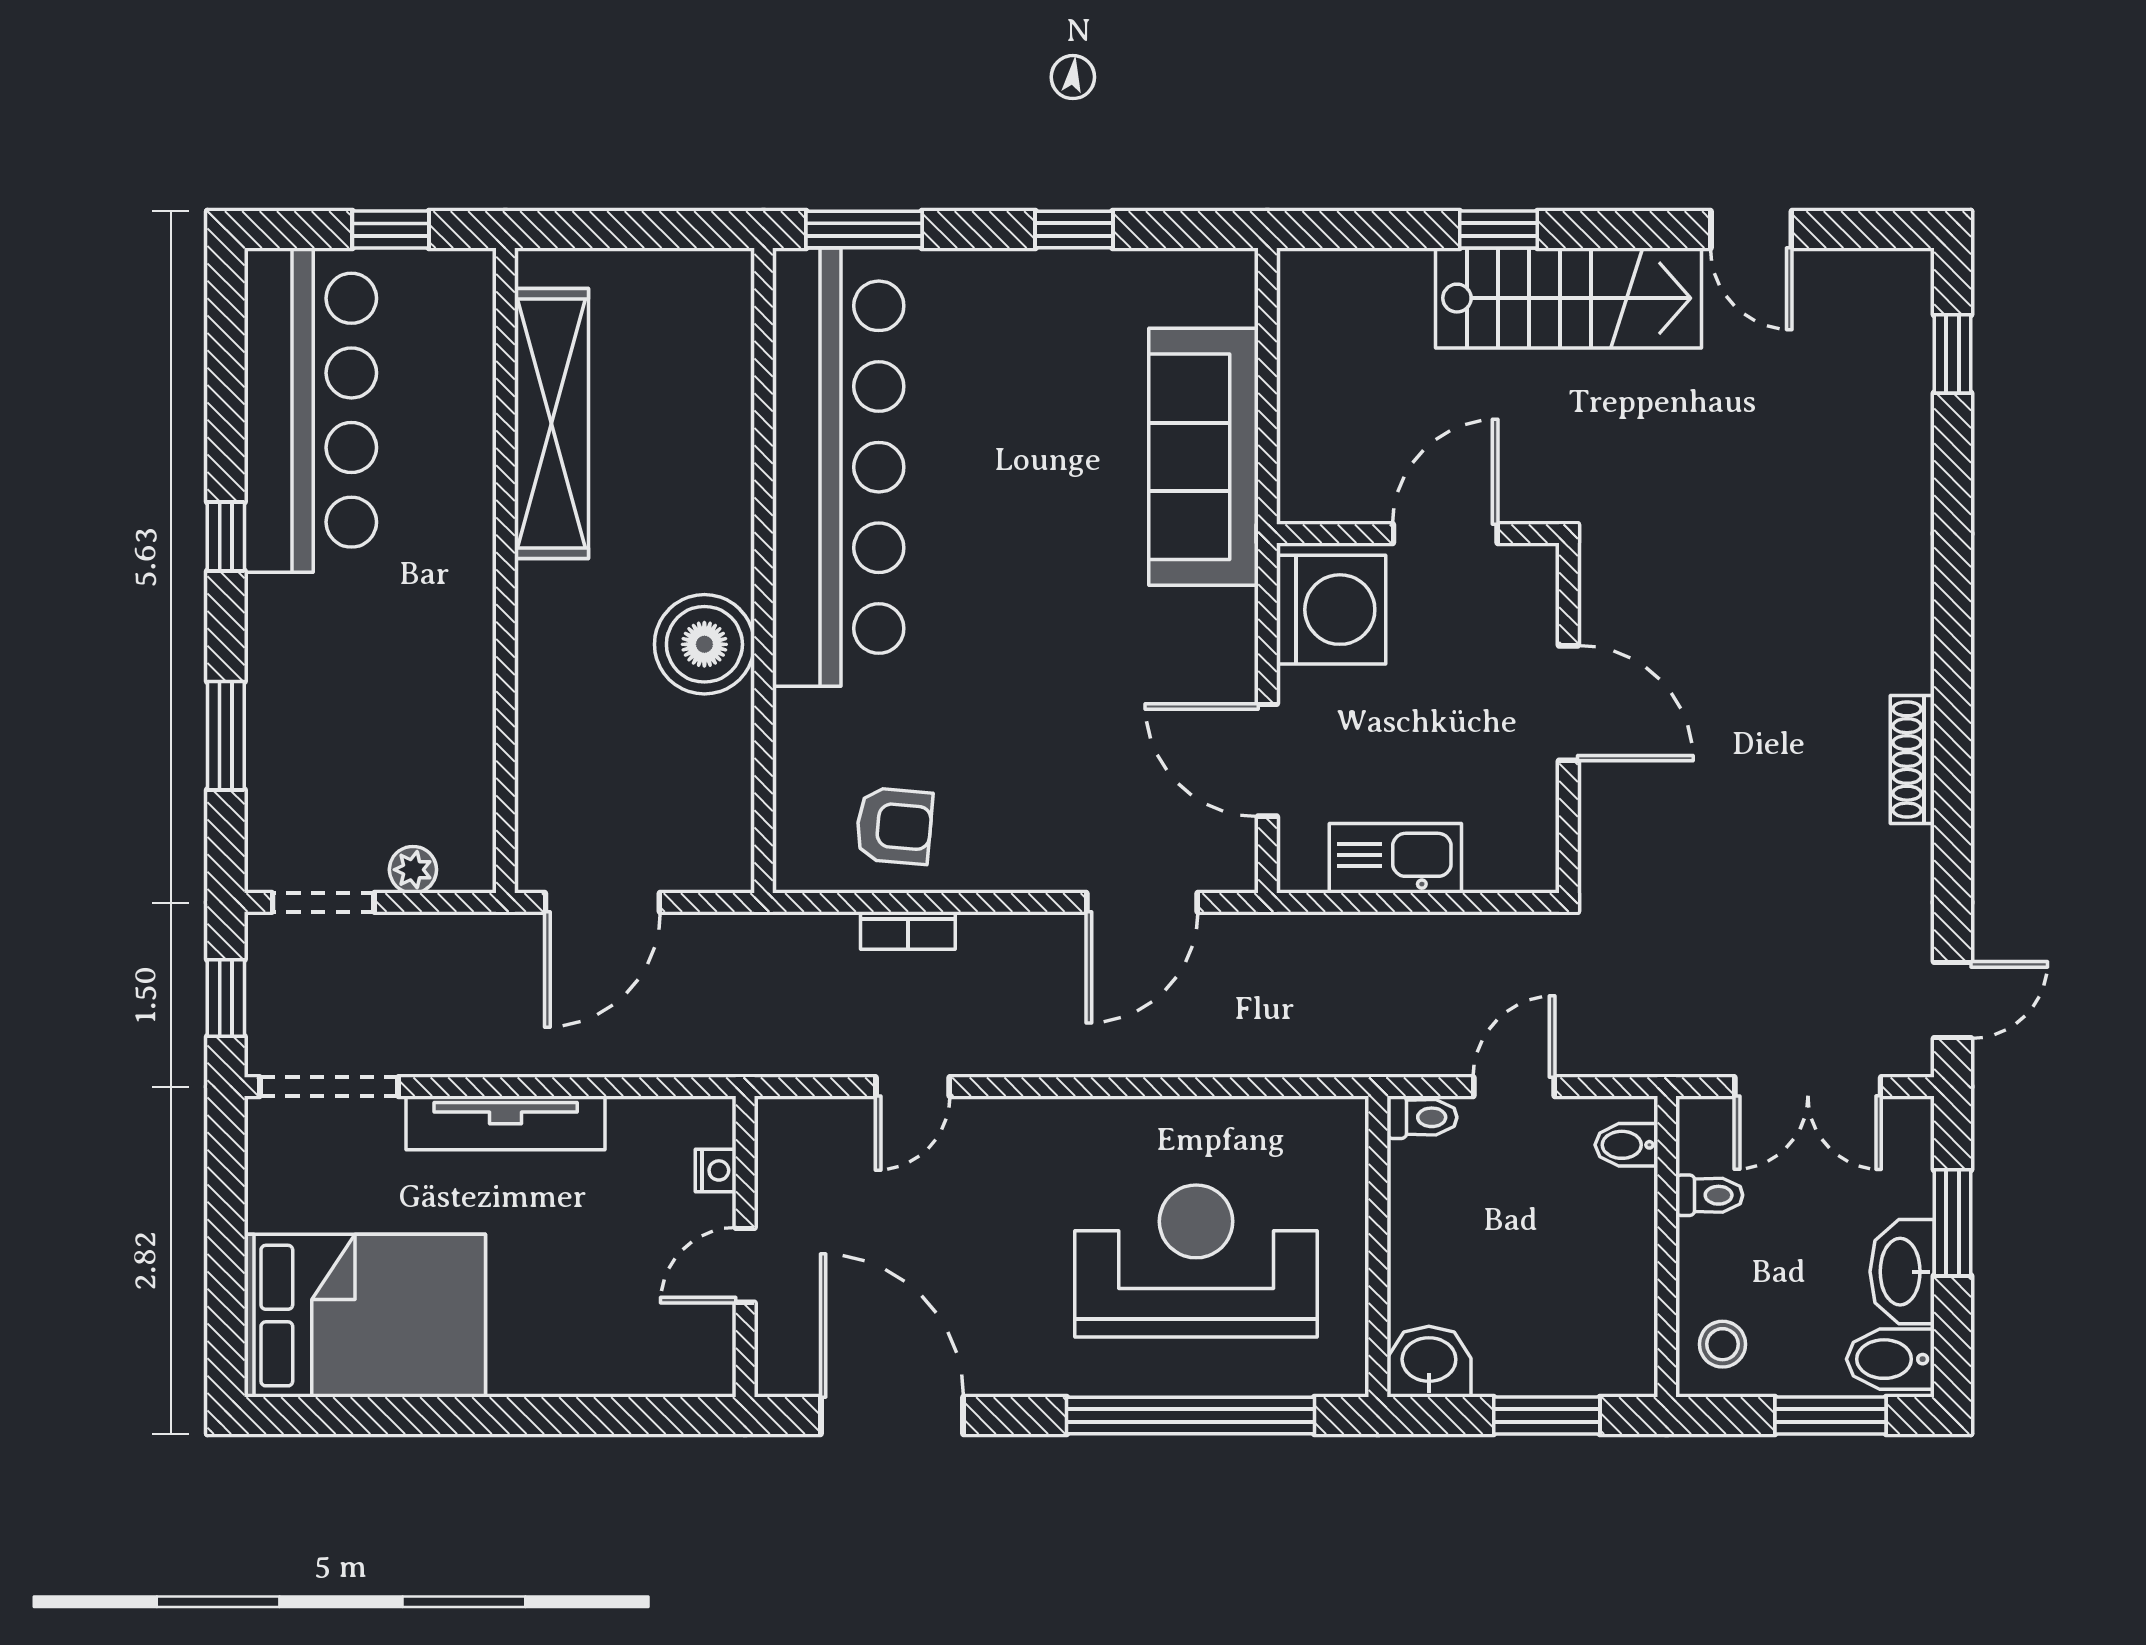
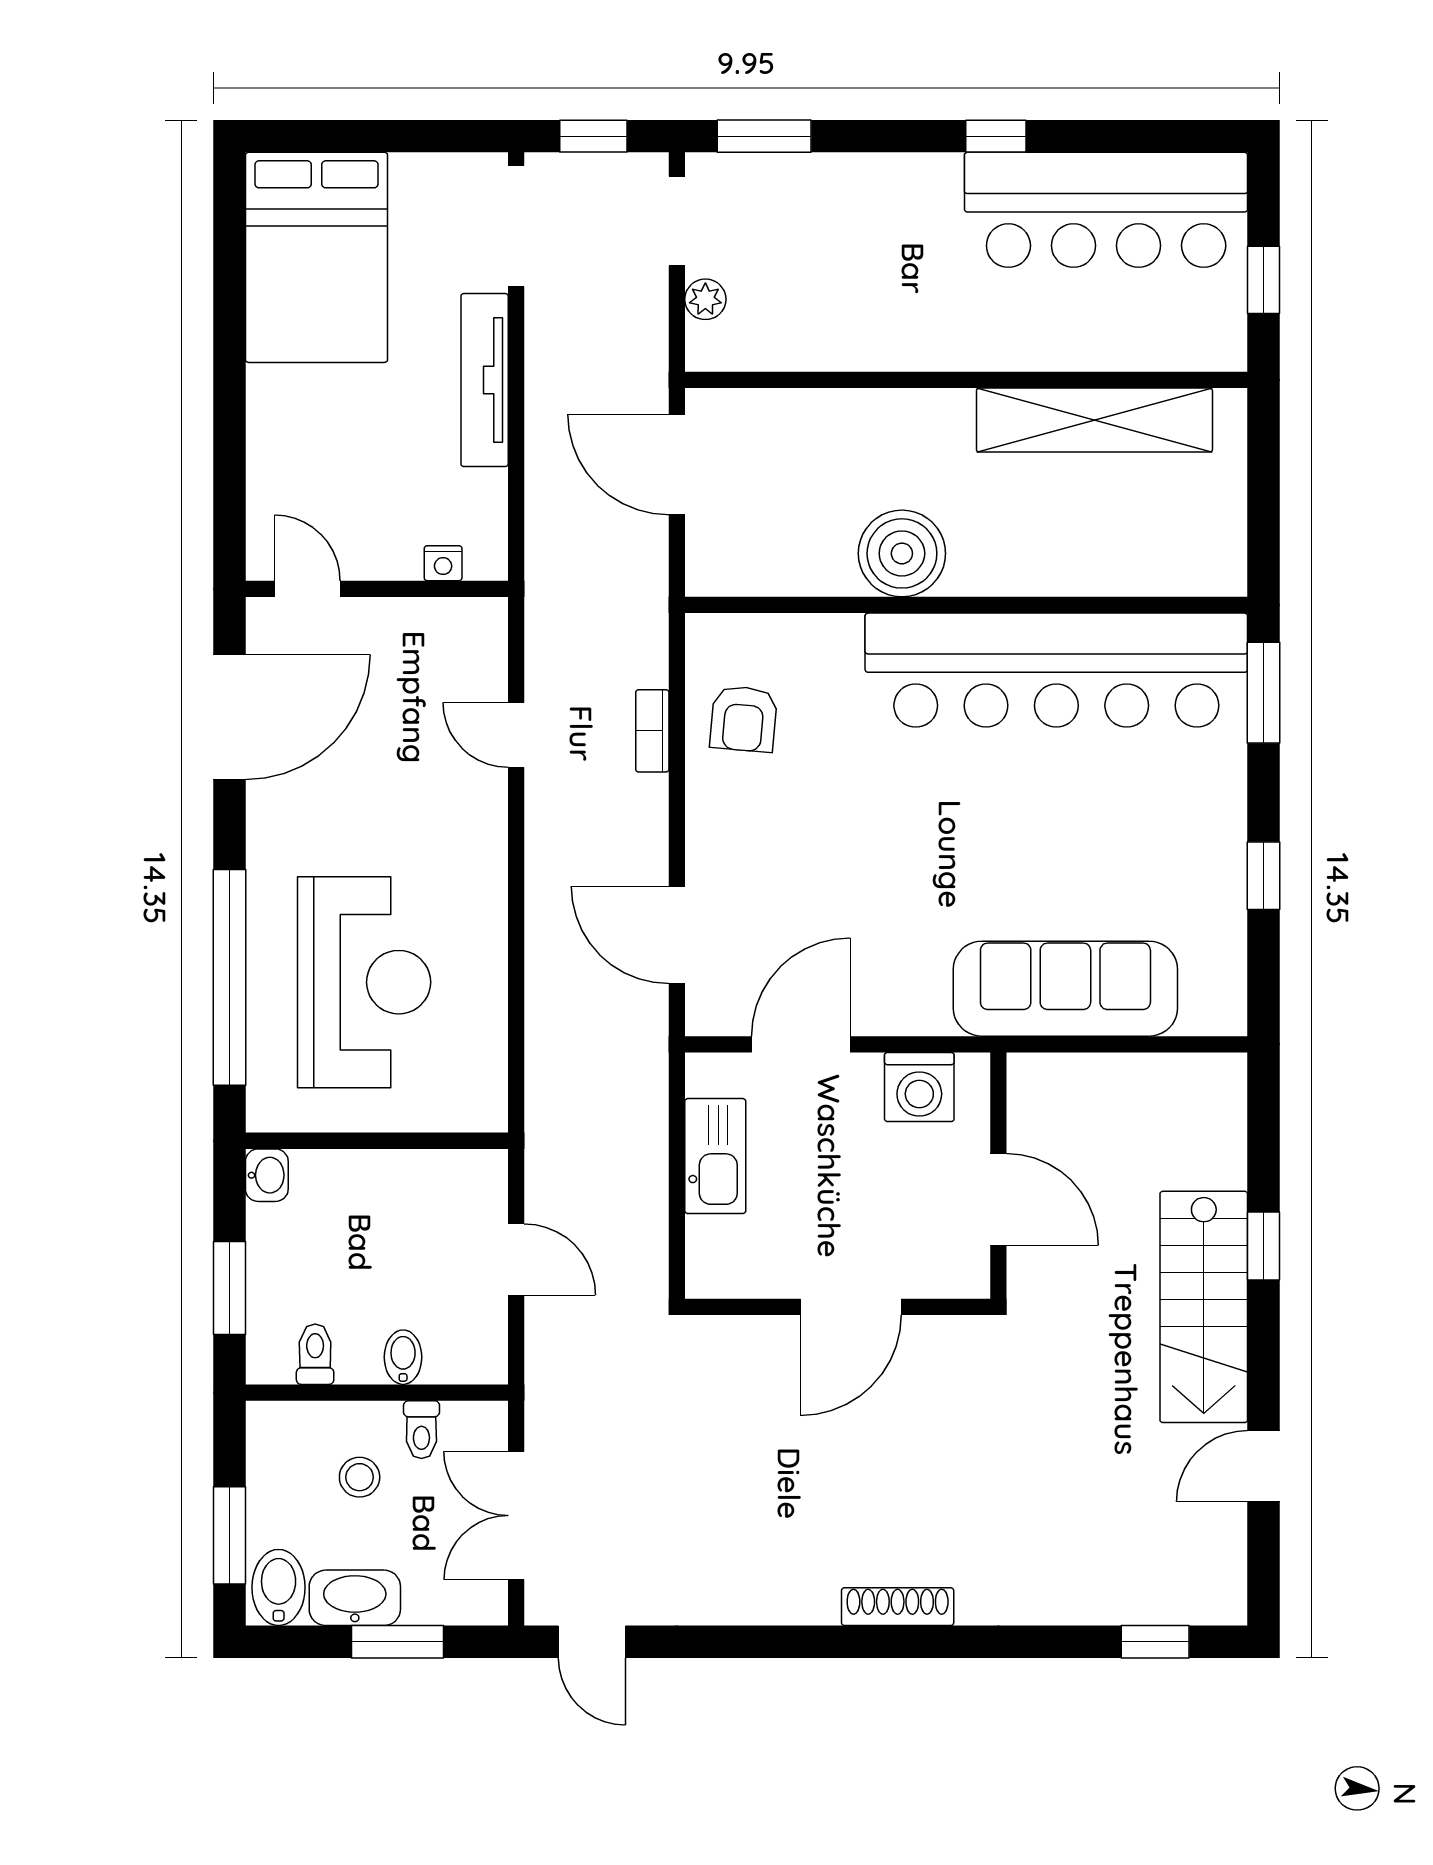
washing machine: (1331, 610) -> (919, 1087), width x0.73, depth x0.73
window: (226, 736) -> (764, 136), moved
shoe rack: (1912, 759) -> (898, 1607), moved
toilet: (1422, 1117) -> (315, 1354), moved, turned 180
bidet: (1626, 1145) -> (403, 1357), moved
door: (745, 1265) -> (307, 589), moved
stool: (1722, 1344) -> (360, 1477), moved
washbasin: (1429, 1362) -> (267, 1175), width x0.72, depth x0.69

